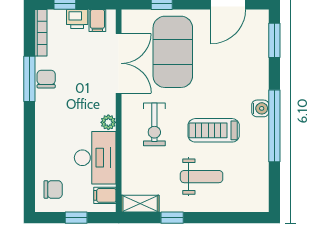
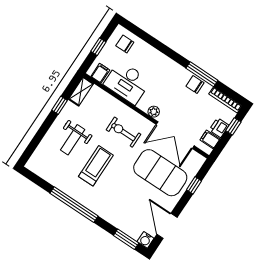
chair: (46, 79) -> (195, 84), turned 180
water cooler: (260, 108) -> (146, 240), moved
plant: (108, 122) -> (154, 112), moved
chair: (53, 189) -> (125, 44), turned 90

